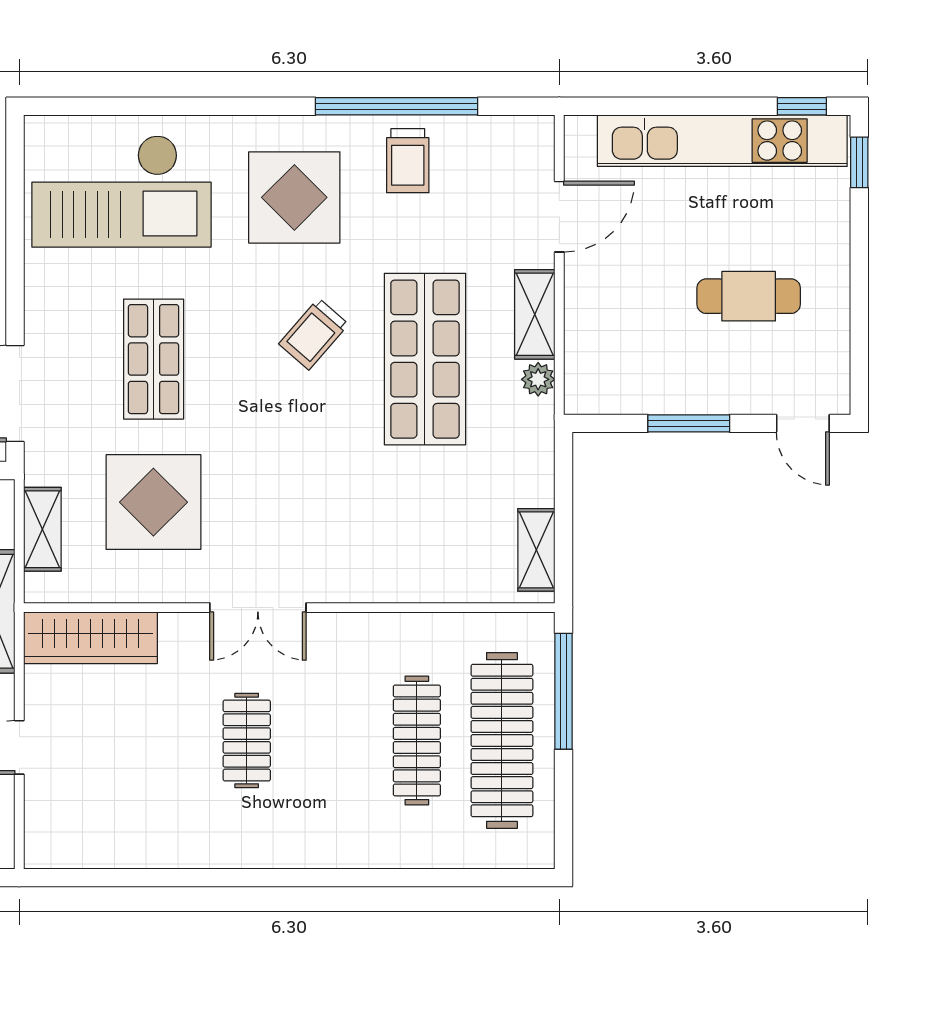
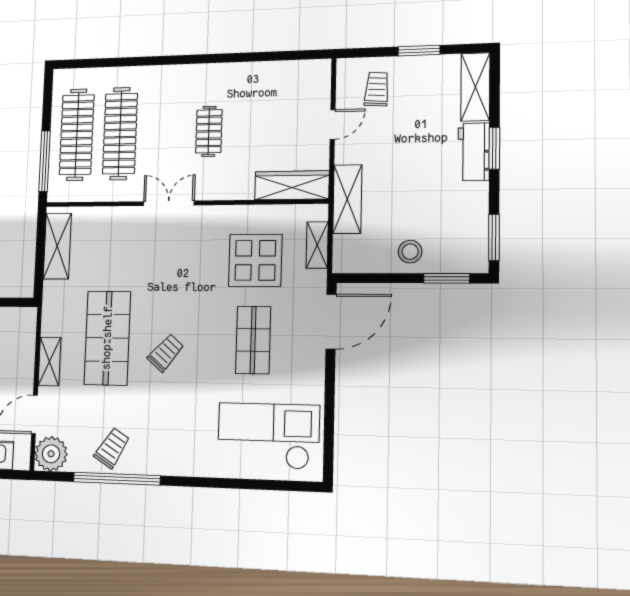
trolley: (408, 161) -> (112, 448), turned 32
display table: (294, 197) -> (173, 429), removed
plant: (538, 379) -> (51, 454), moved, width x1.88, depth x1.88
shelving: (536, 550) -> (57, 246), width x1.50, depth x1.33
double door: (258, 608) -> (169, 203), moved
clothes rail: (417, 740) -> (120, 134), width x1.37, depth x1.31

